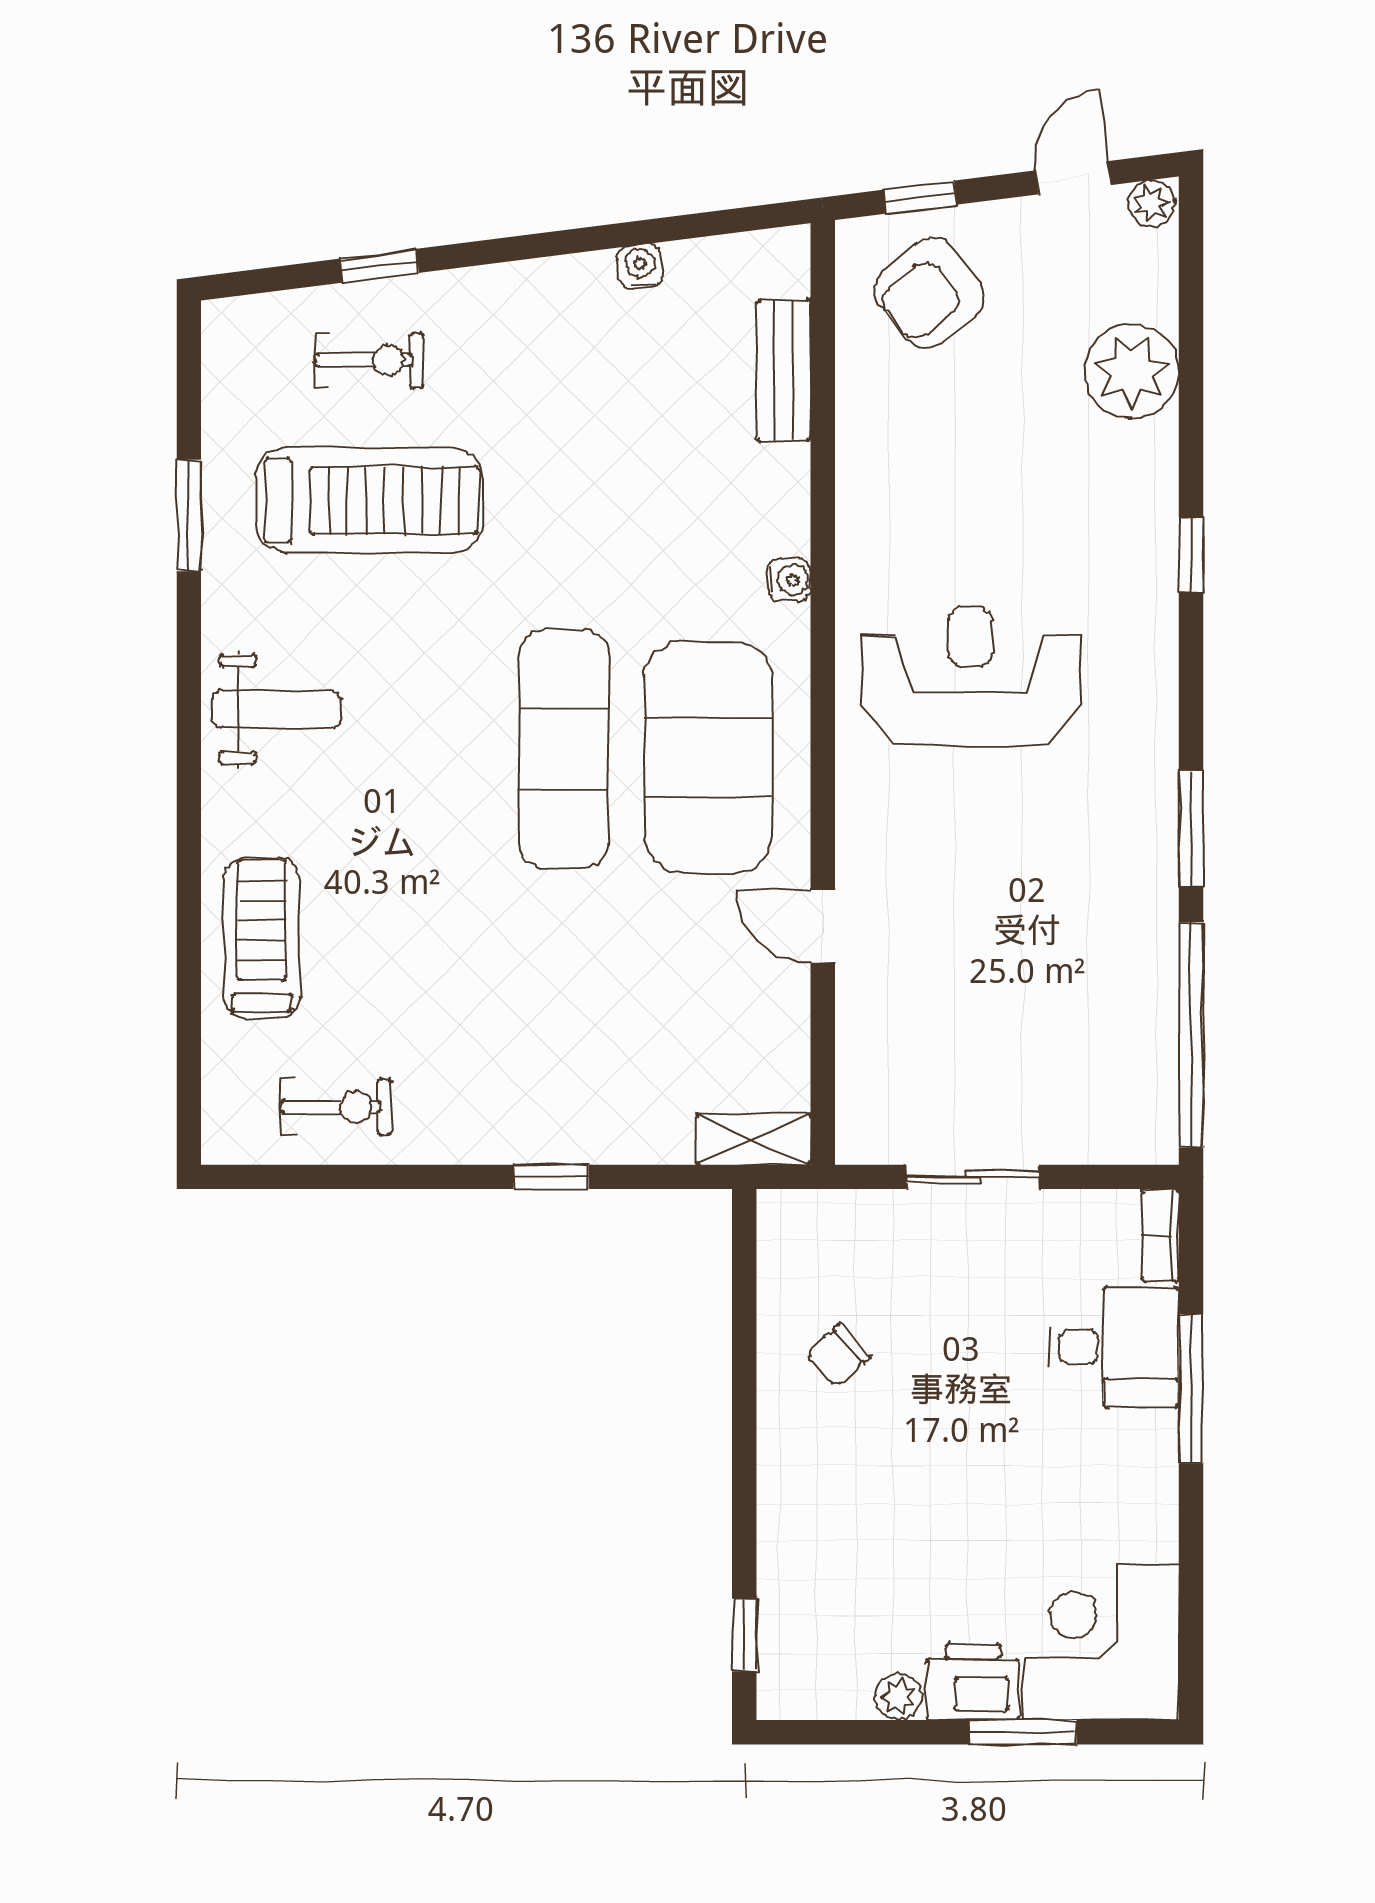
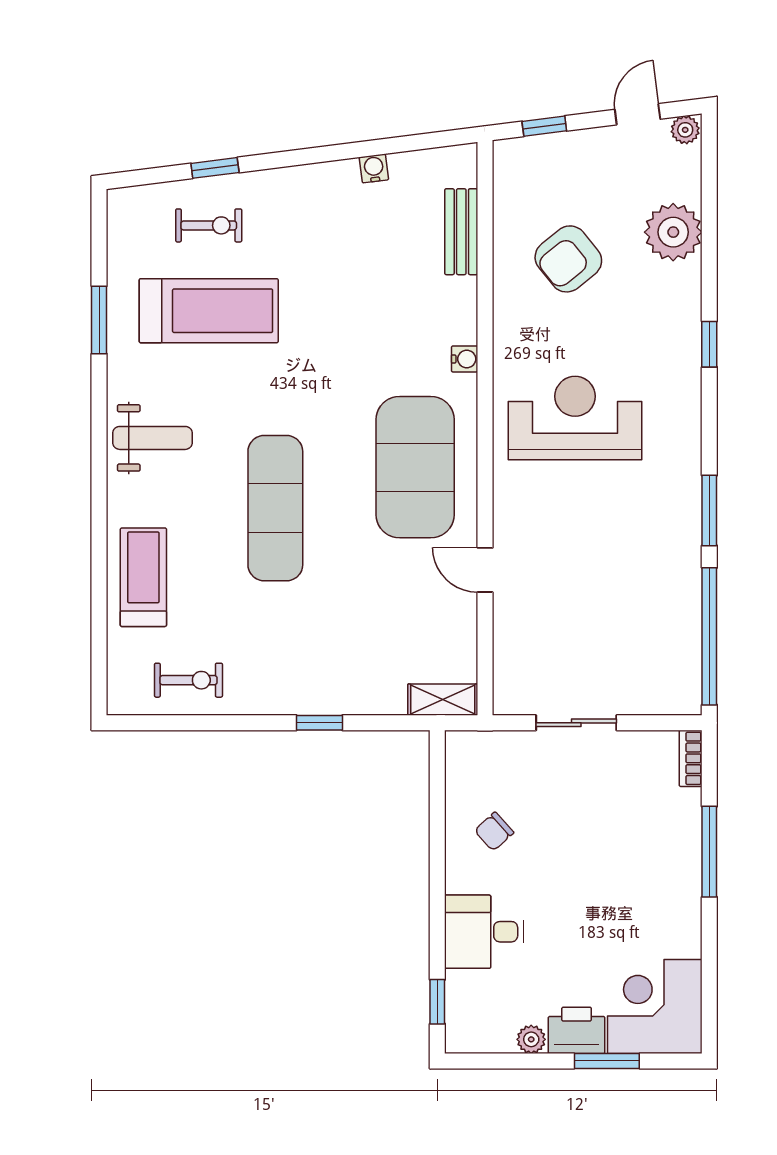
armchair: (930, 293) -> (568, 259), moved
exercise mat: (564, 749) -> (275, 508), moved
desk: (1114, 1347) -> (484, 932), moved, turned 180

